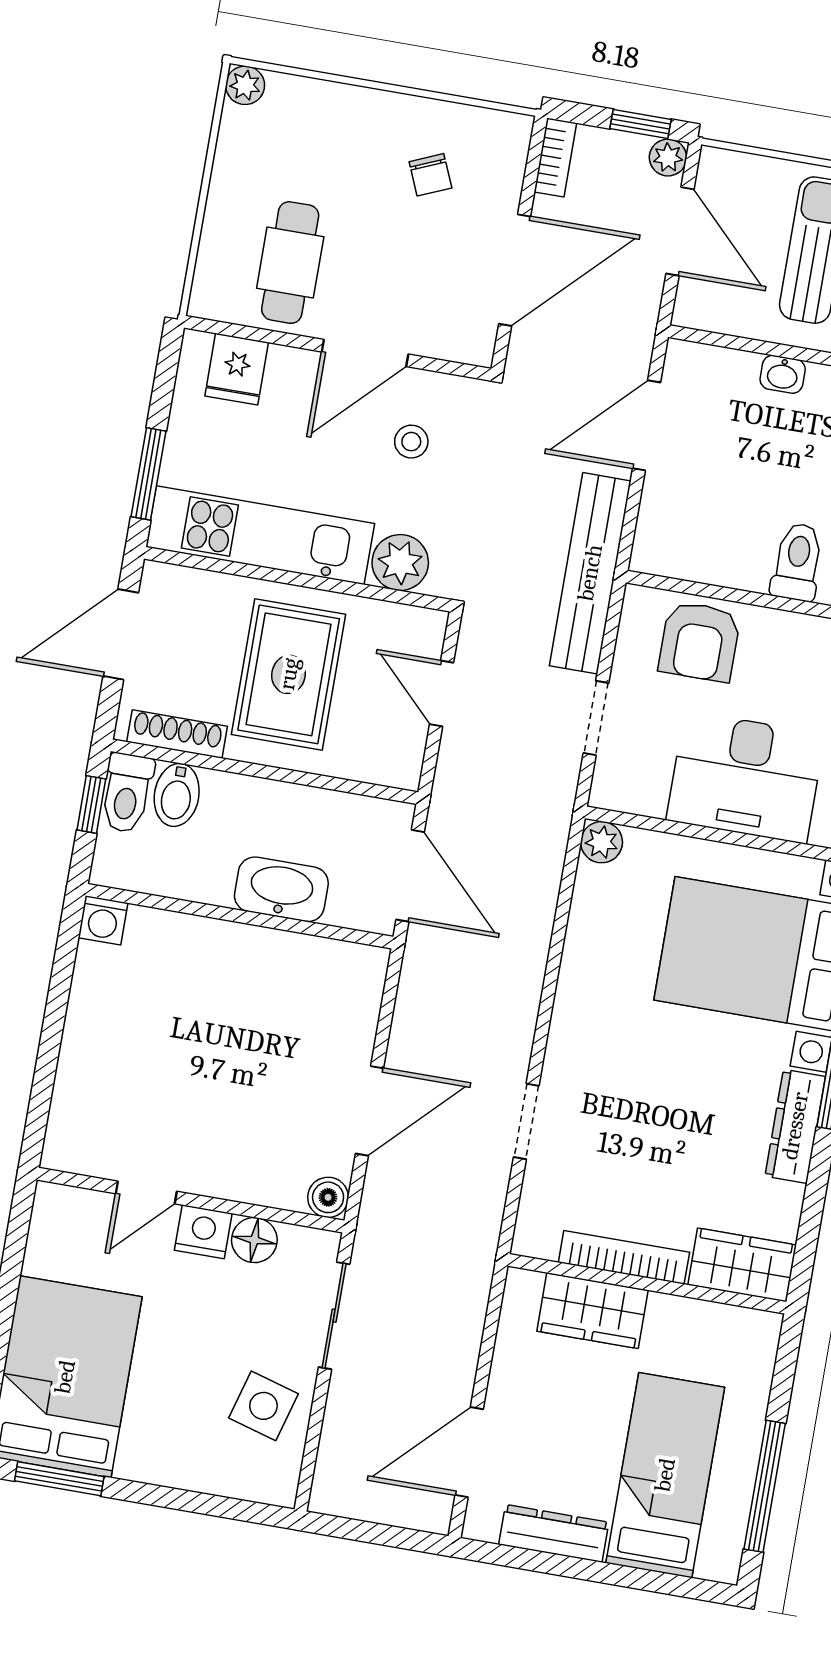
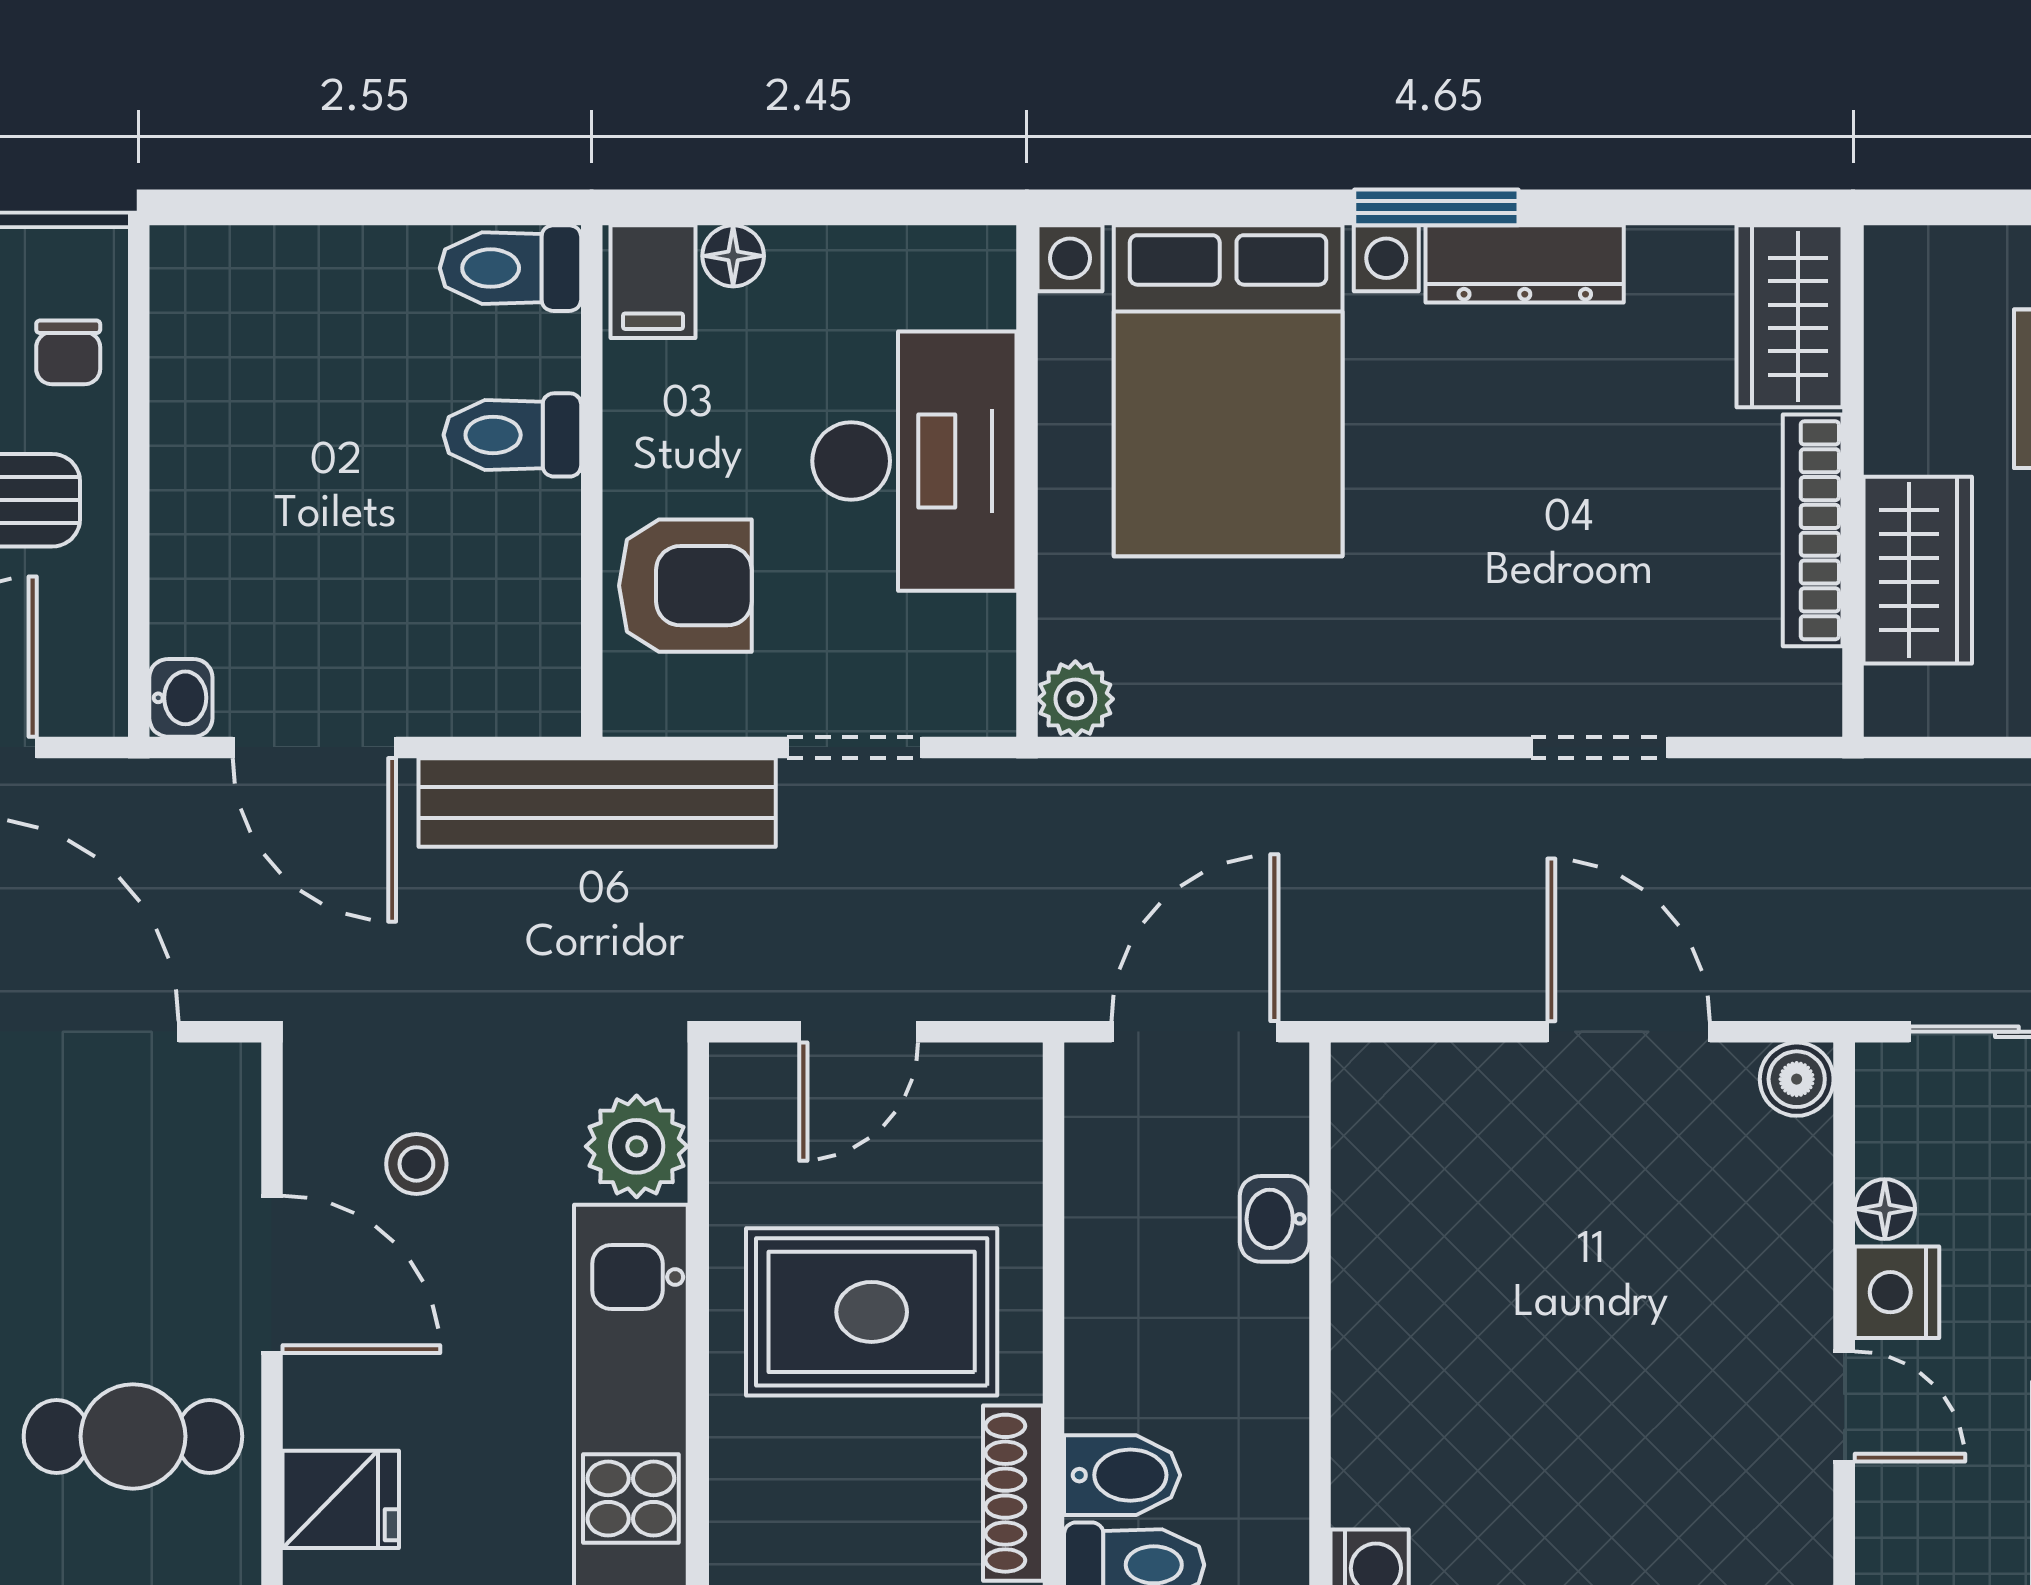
washbasin: (783, 374) -> (181, 698), moved
washbasin: (281, 889) -> (1275, 1219), width x0.52, depth x0.69
floor lamp: (254, 1240) -> (1885, 1209), width x0.73, depth x0.73

